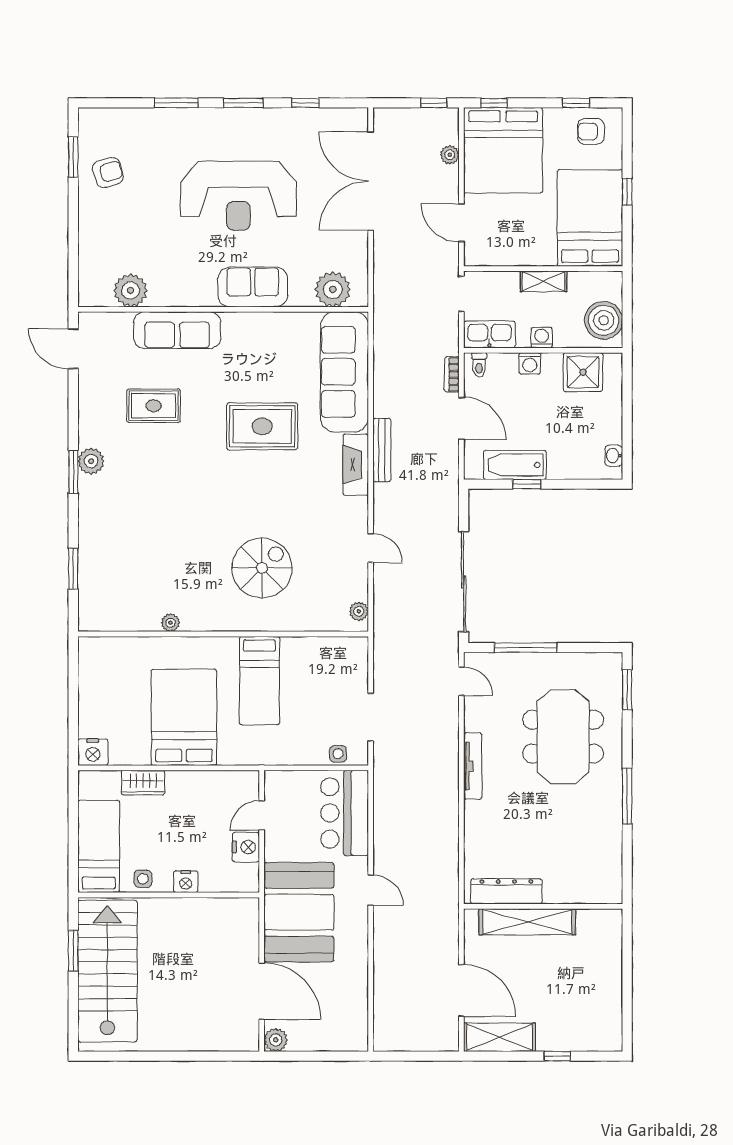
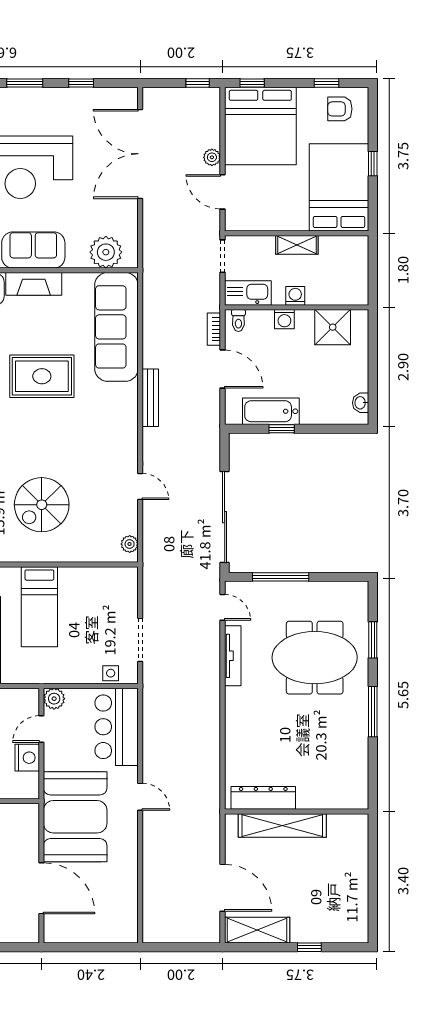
plant: (450, 155) -> (212, 157), moved
boiler: (604, 320) -> (351, 280), removed
fireplace: (356, 465) -> (34, 284), moved, turned -90
spiral stairs: (262, 568) -> (42, 505), turned 180
window: (627, 690) -> (373, 640), moved
meeting table: (563, 737) -> (315, 658), turned 90
tv unit: (473, 766) -> (233, 656), moved
plant: (276, 1040) -> (54, 699), moved

